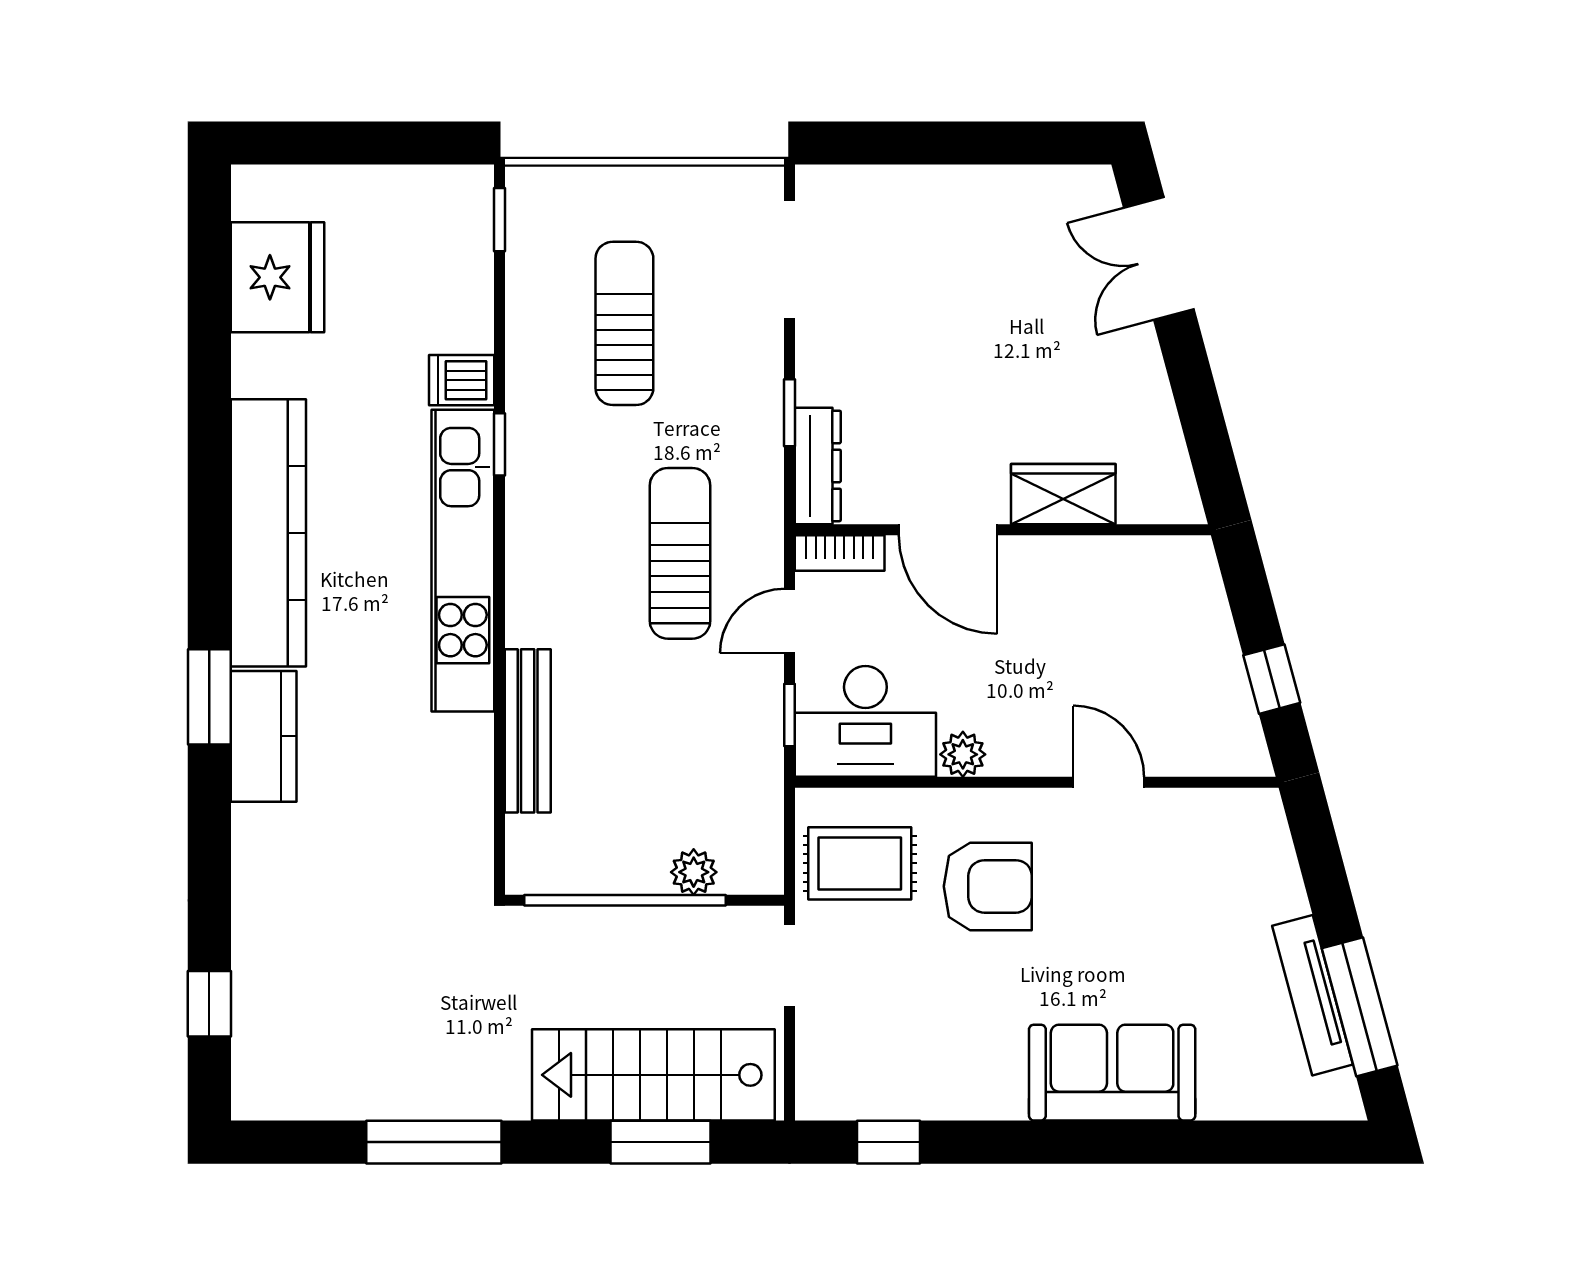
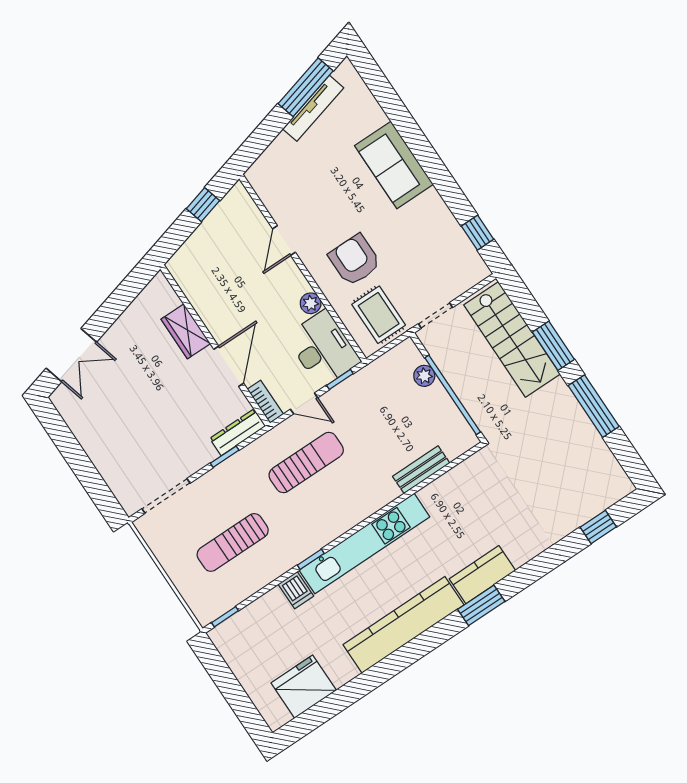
sun lounger: (680, 553) -> (306, 463), turned 180
bench: (528, 731) -> (421, 470), width x0.73
window: (661, 1142) -> (553, 346), moved

